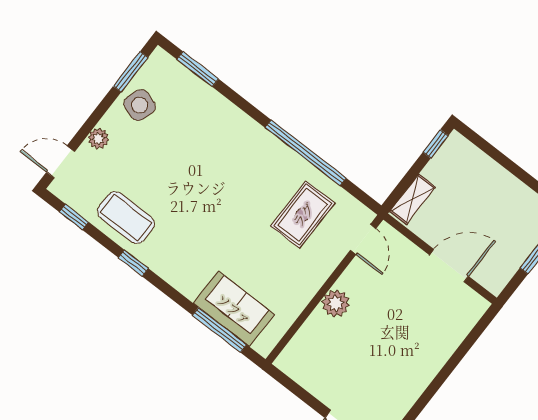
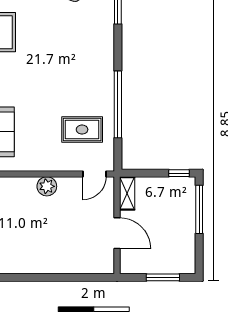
window: (494, 153) -> (199, 209), added
shelving: (413, 199) -> (127, 193), moved, turned 90

